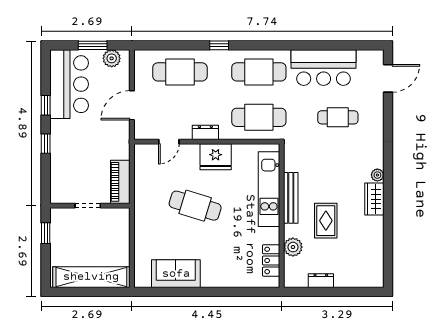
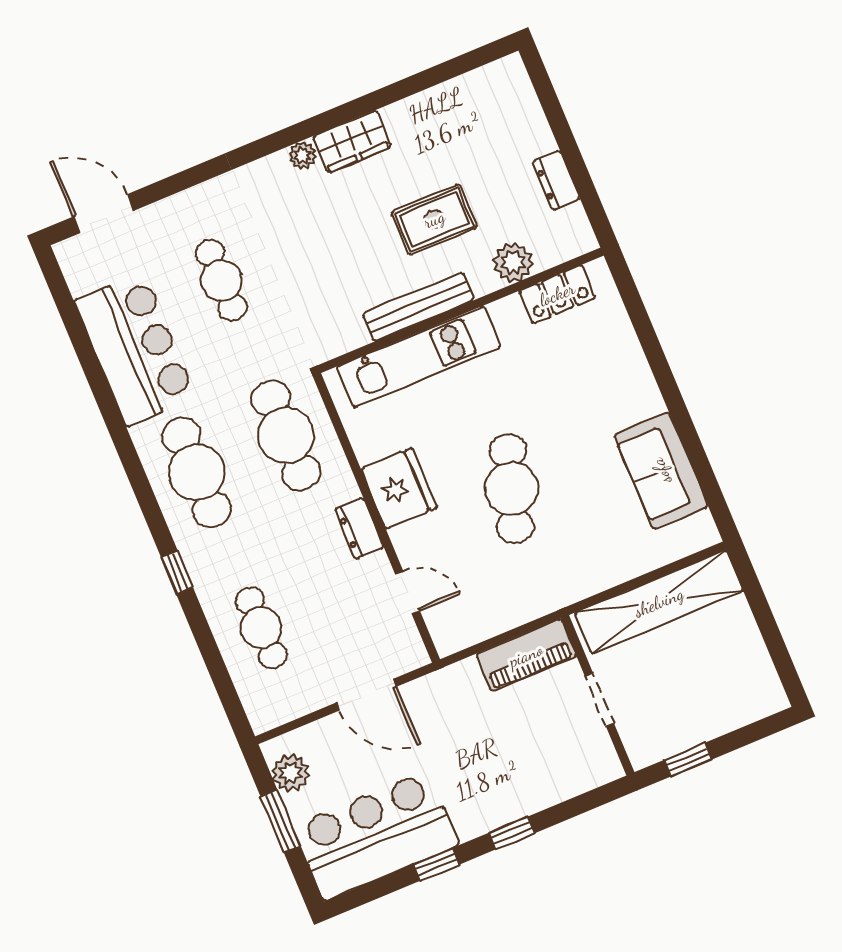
cafe table: (180, 72) -> (261, 628), width x0.73, depth x0.74
shelving: (91, 277) -> (659, 602), moved, turned 90

